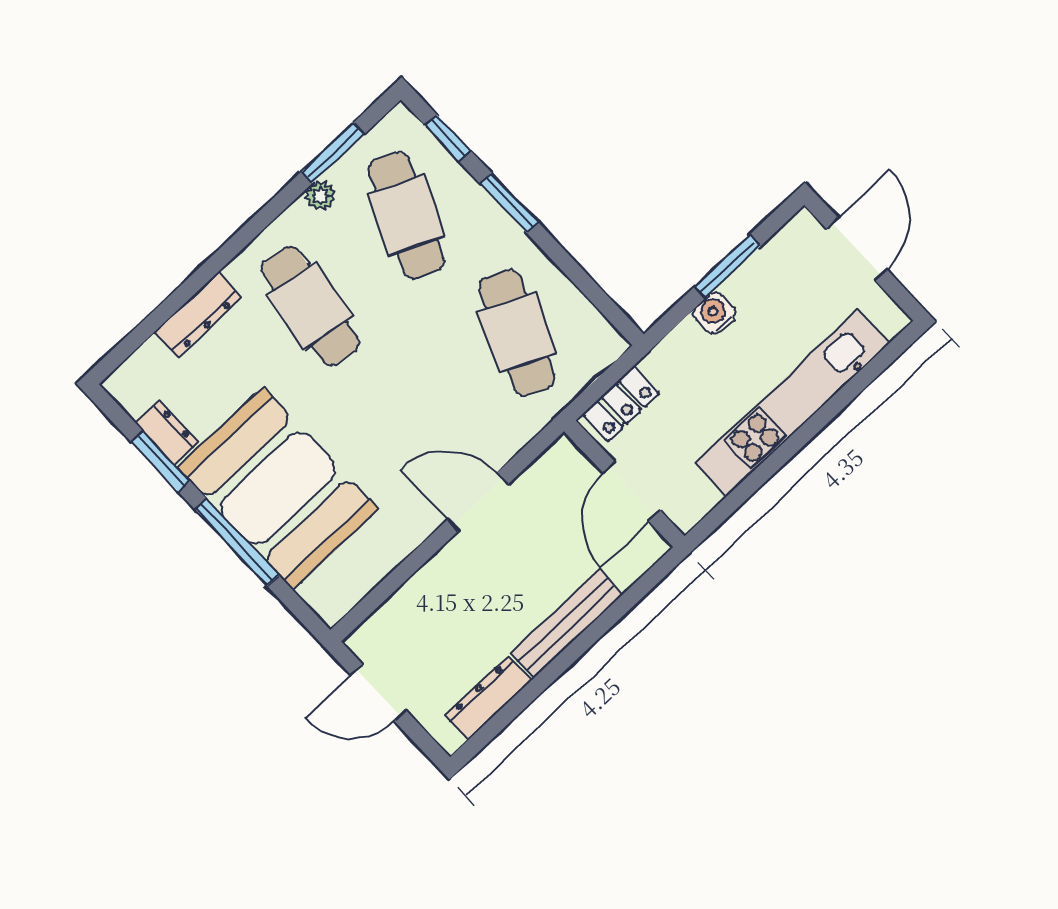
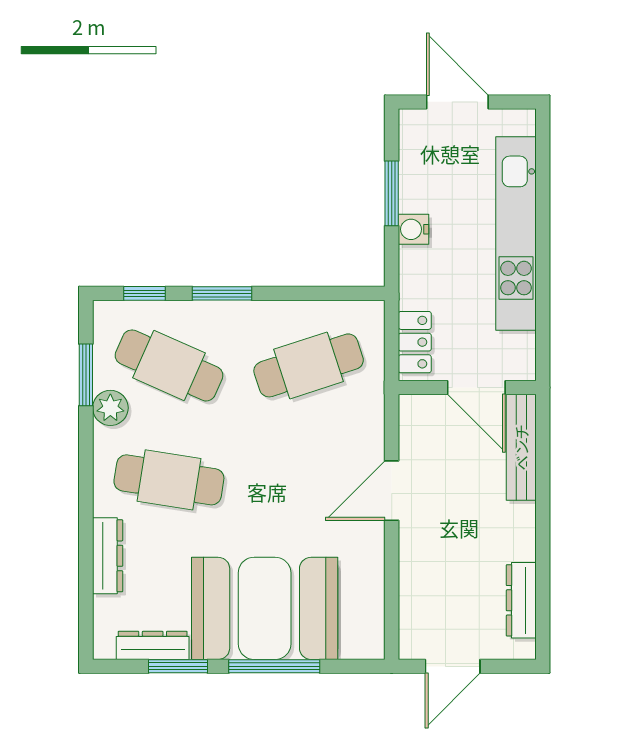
plant: (321, 196) -> (110, 408), width x1.38, depth x1.38
cafe table: (517, 333) -> (309, 365), turned -42
dresser: (167, 433) -> (153, 645), width x1.44
bench: (567, 624) -> (521, 447), moved

